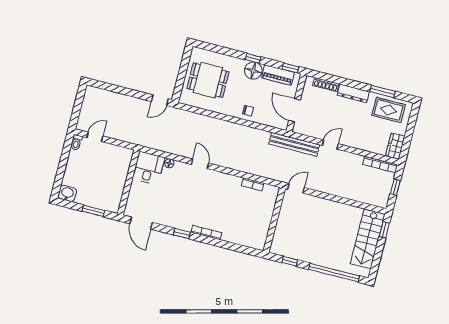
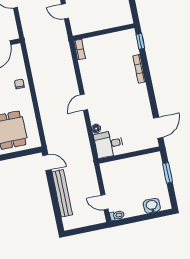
bench: (294, 144) -> (62, 193), moved
washbasin: (67, 193) -> (152, 206), moved, turned 90
wall: (274, 220) -> (104, 32), moved
window: (182, 234) -> (140, 41), moved

